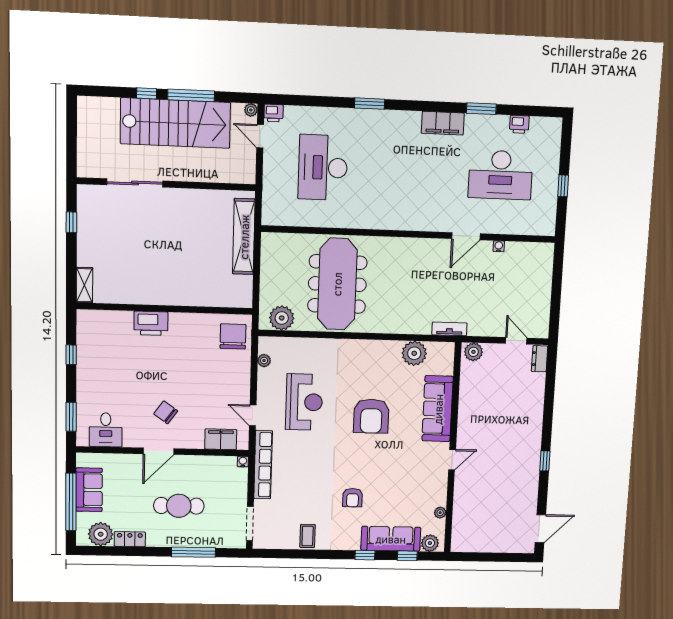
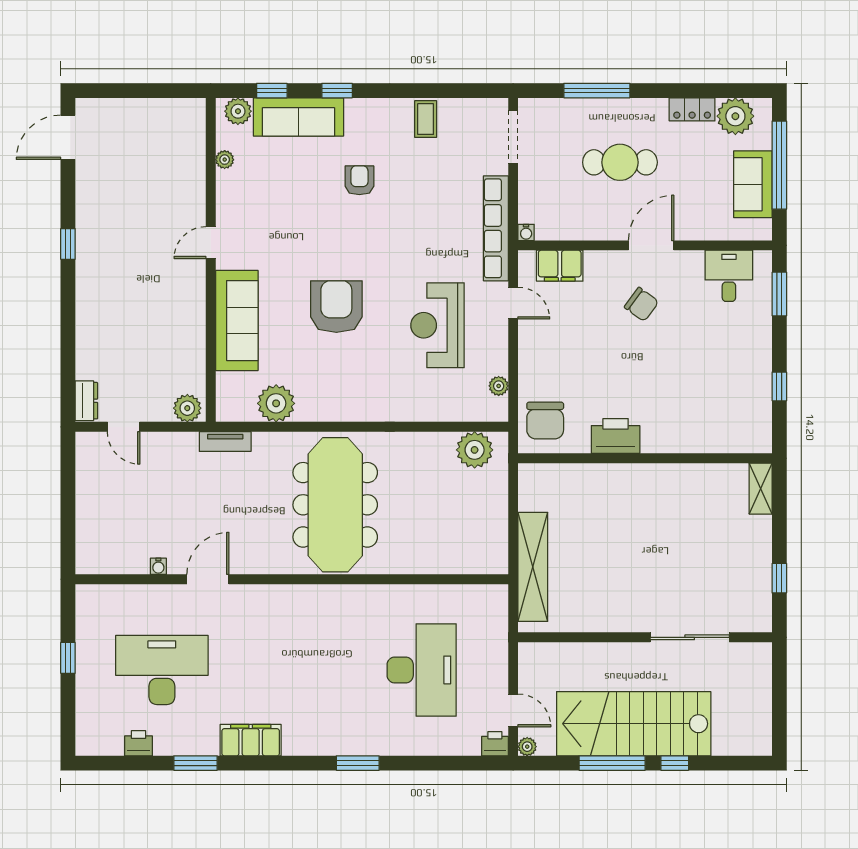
meeting table: (337, 284) -> (335, 505), moved
printer: (151, 323) -> (616, 436), moved

